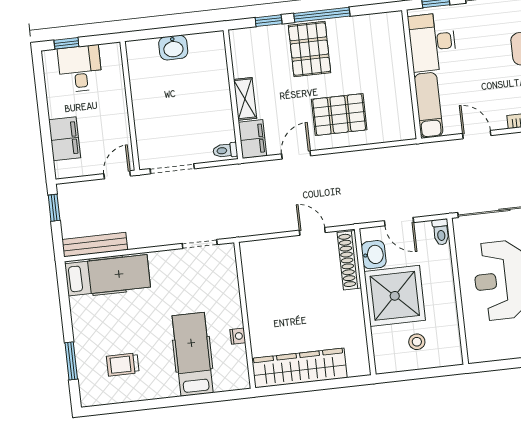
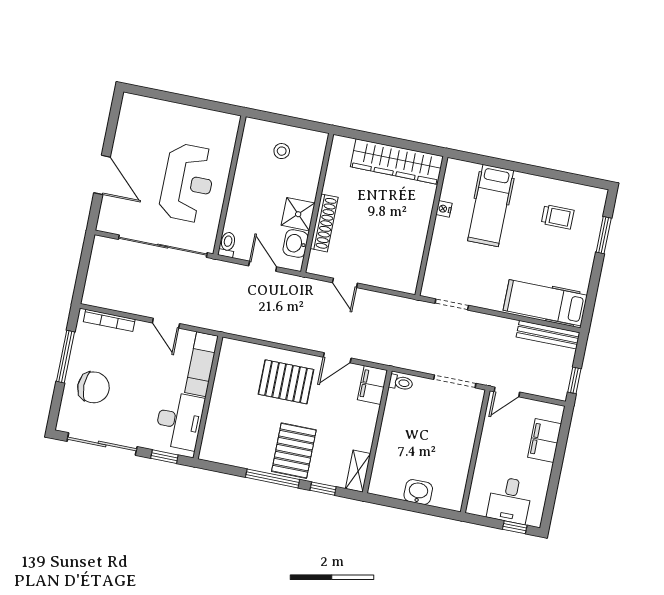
shelving: (245, 99) -> (358, 471), moved
shoe rack: (349, 260) -> (324, 223), moved
shower: (395, 296) -> (298, 214), width x0.54, depth x0.54

